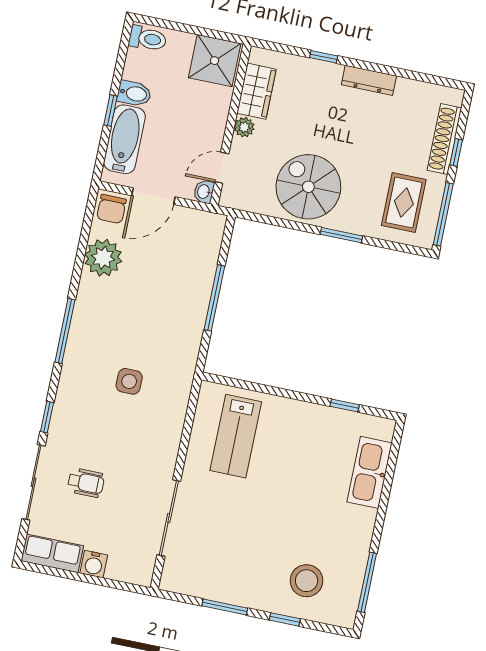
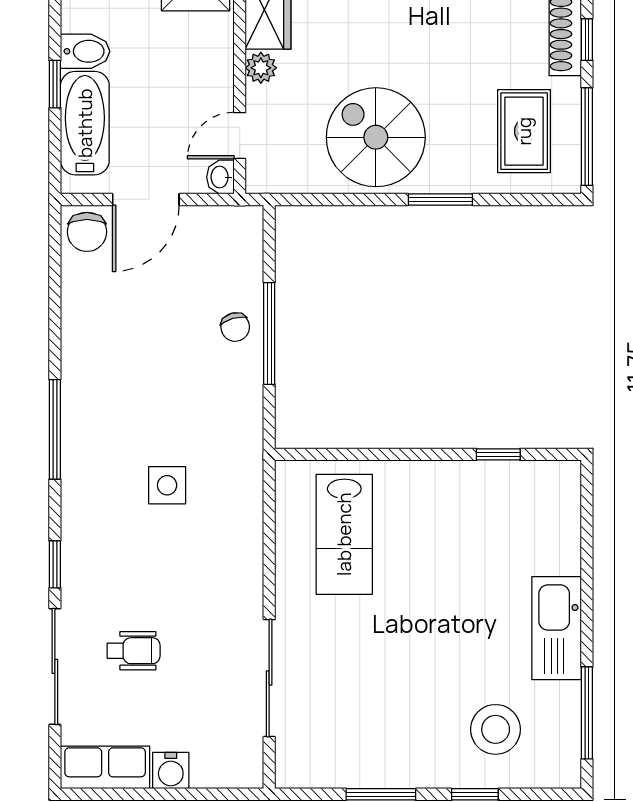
plant: (103, 258) -> (90, 308), removed
chair: (193, 289) -> (235, 327), added
kitchen sink: (370, 472) -> (557, 628), moved

